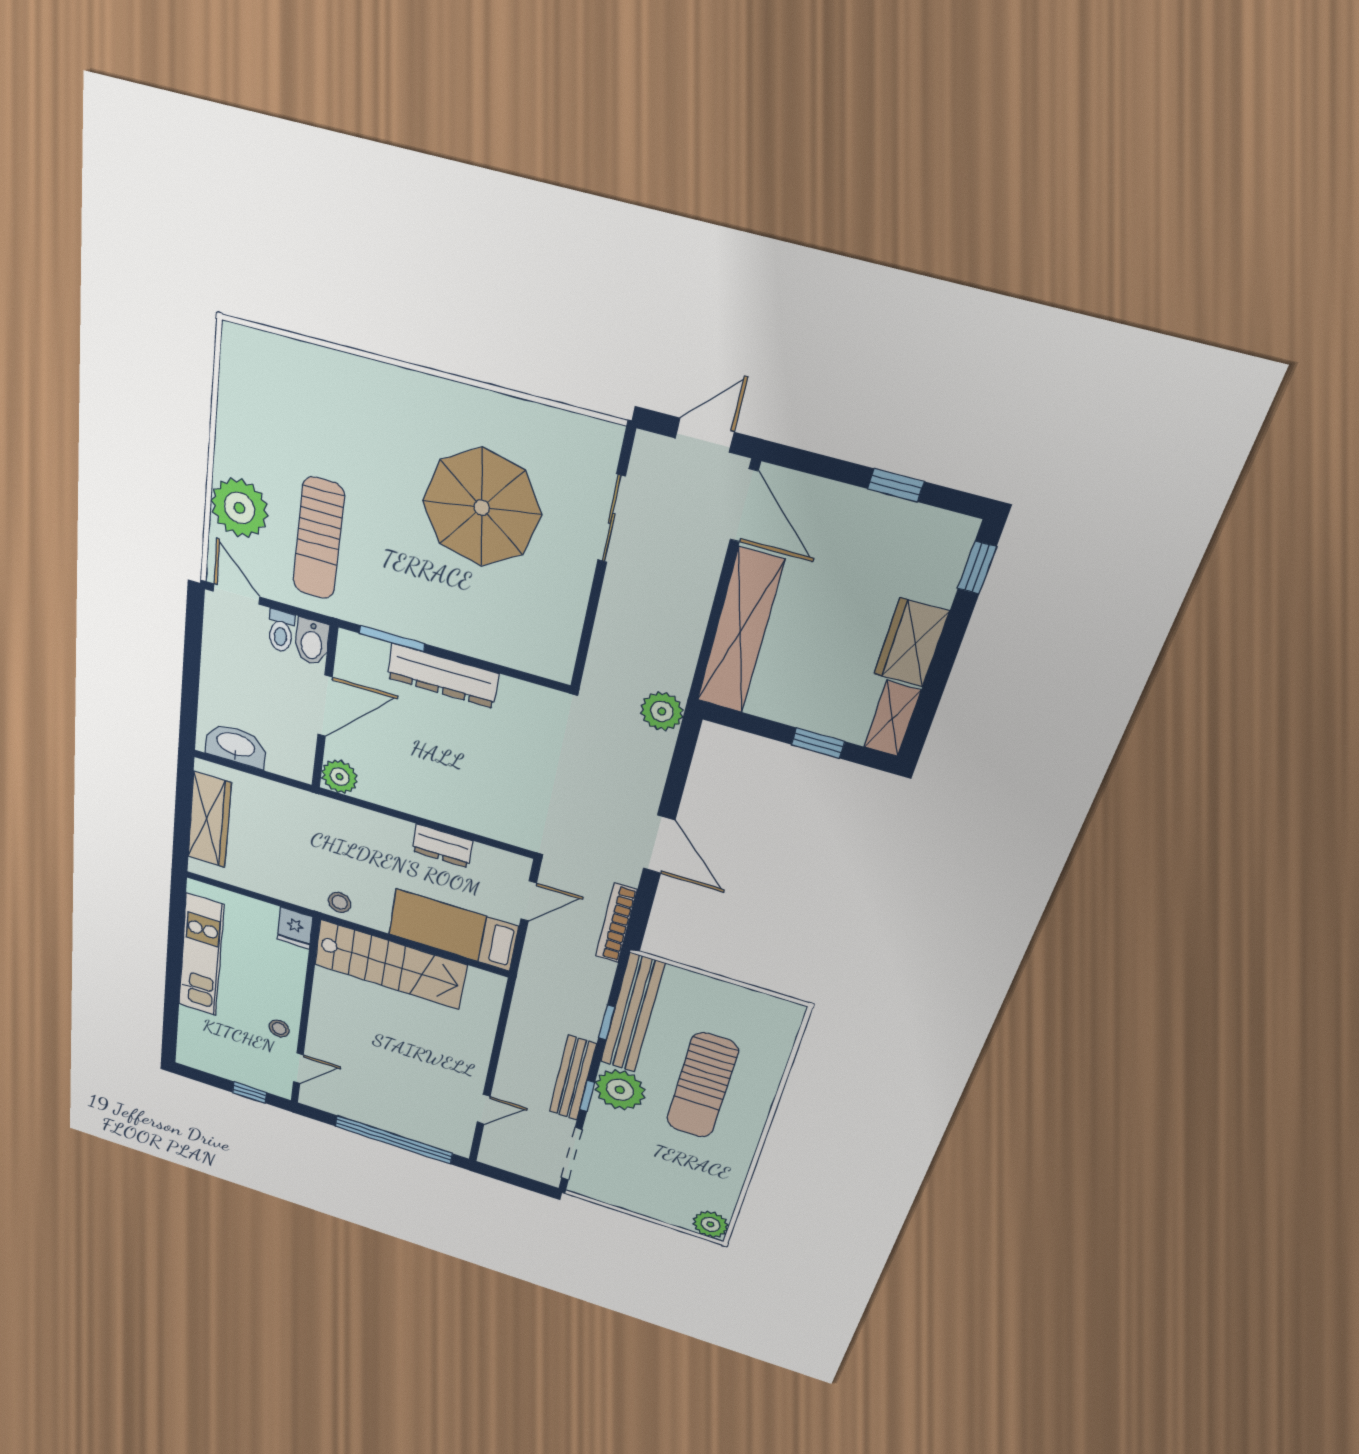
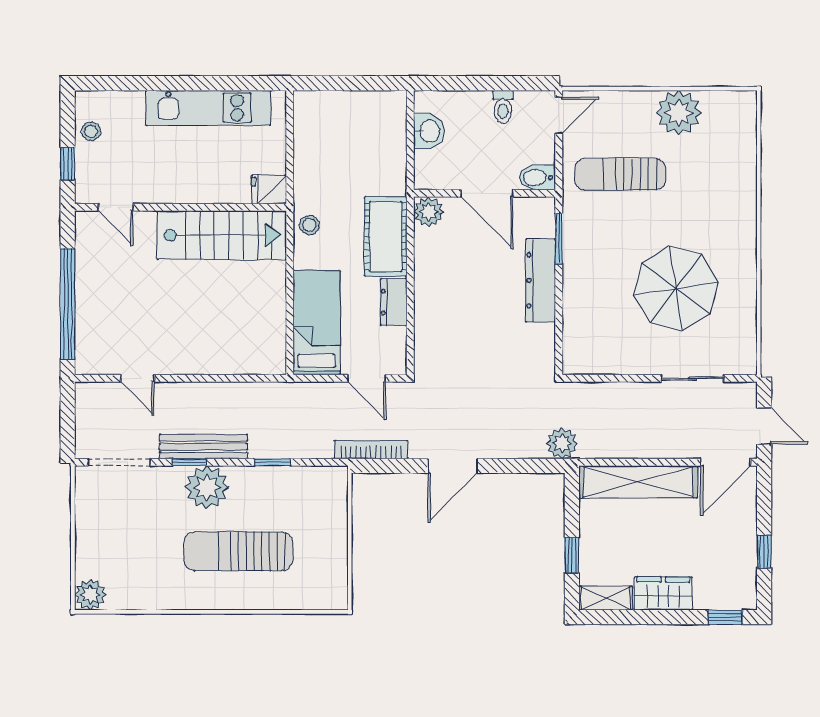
plant: (239, 508) -> (679, 113), moved
toilet: (281, 631) -> (503, 107), moved, turned -90
washbasin: (236, 745) -> (429, 131), width x0.72
wardrobe: (209, 820) -> (351, 107), removed
cot: (363, 831) -> (386, 236), added
stairs: (390, 965) -> (222, 235), moved, turned -90
bench: (632, 1013) -> (289, 480), removed
stool: (279, 1028) -> (91, 131), moved

